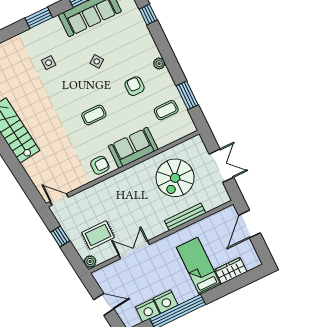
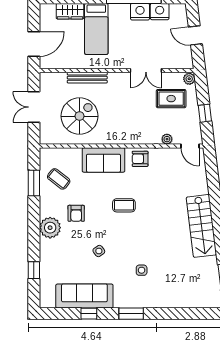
plant: (159, 64) -> (50, 228), width x1.87, depth x1.87
coffee table: (166, 110) -> (59, 179), turned 38
plant: (84, 196) -> (167, 139), added

